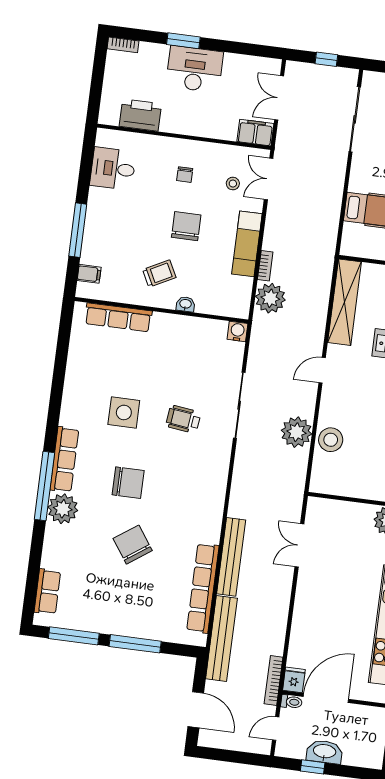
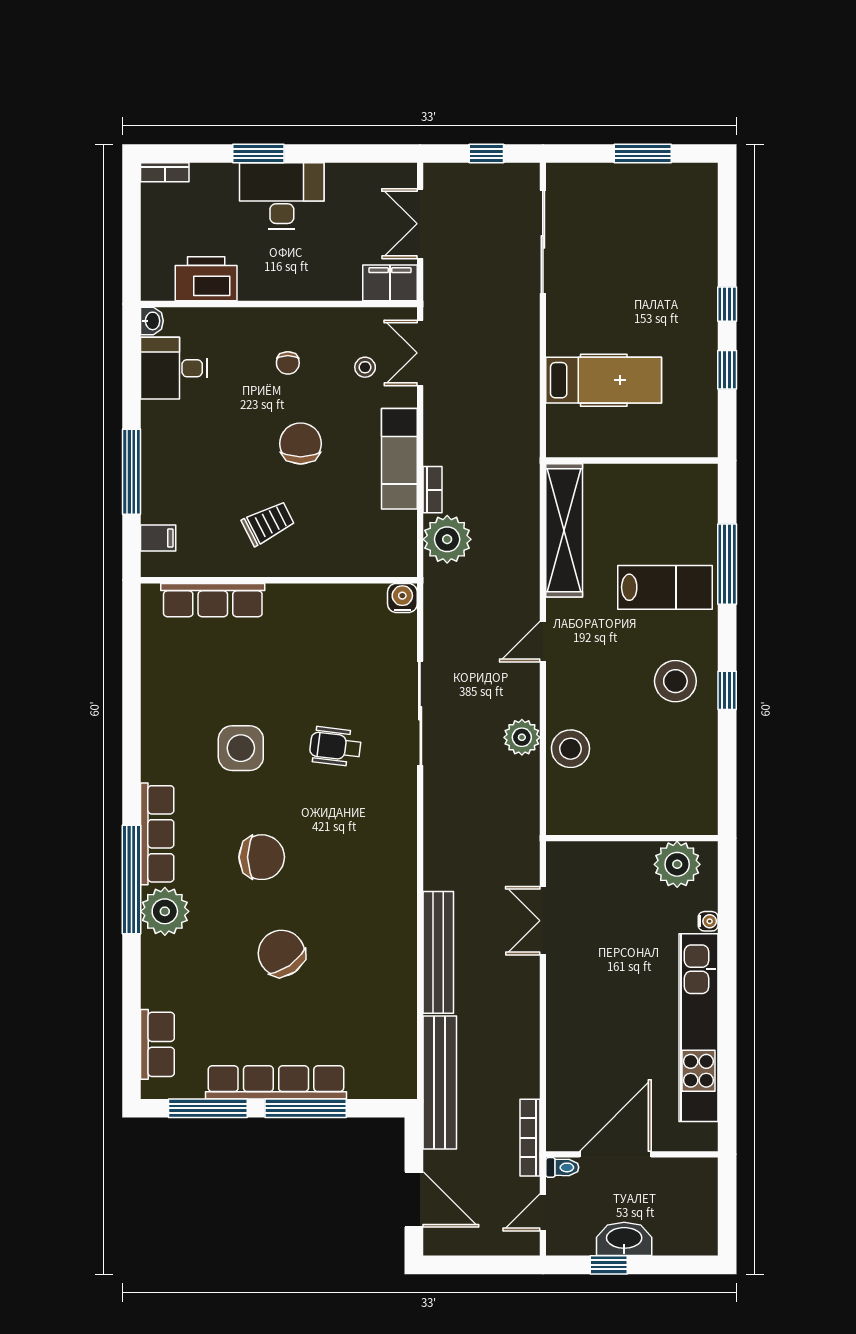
washbasin: (185, 304) -> (152, 321), moved, turned 90
plant: (296, 432) -> (522, 737), width x0.73, depth x0.73
row of seats: (203, 588) -> (276, 1082), moved, turned 90
fridge: (294, 680) -> (562, 1133), removed

